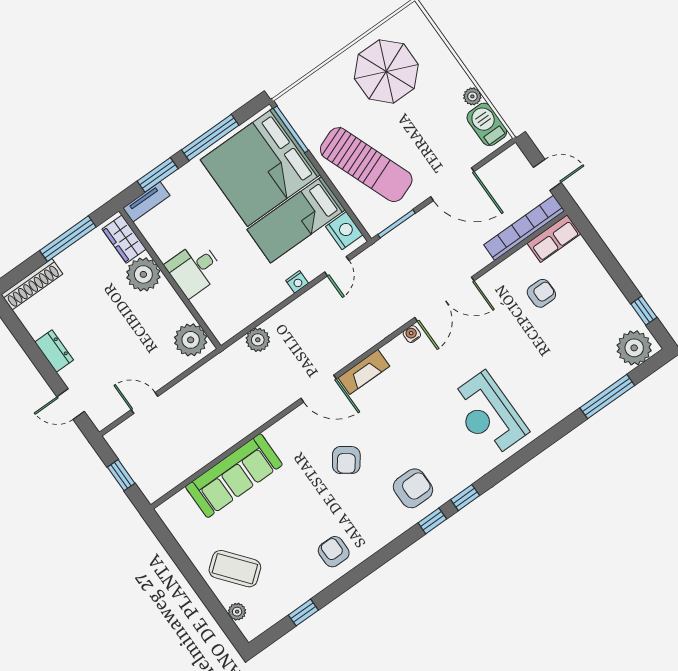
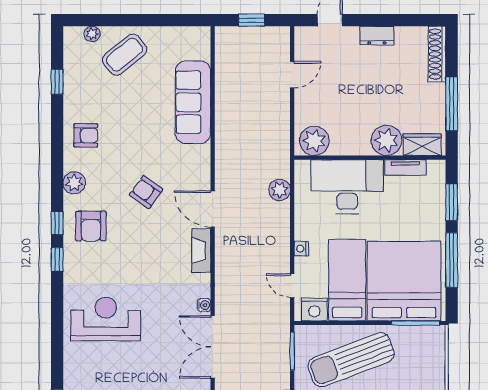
tv unit: (146, 202) -> (405, 167), moved, turned -90
desk: (194, 269) -> (347, 187), width x1.87, depth x1.30
door: (319, 389) -> (213, 209), hinge flipped
plant: (384, 531) -> (74, 183), added

